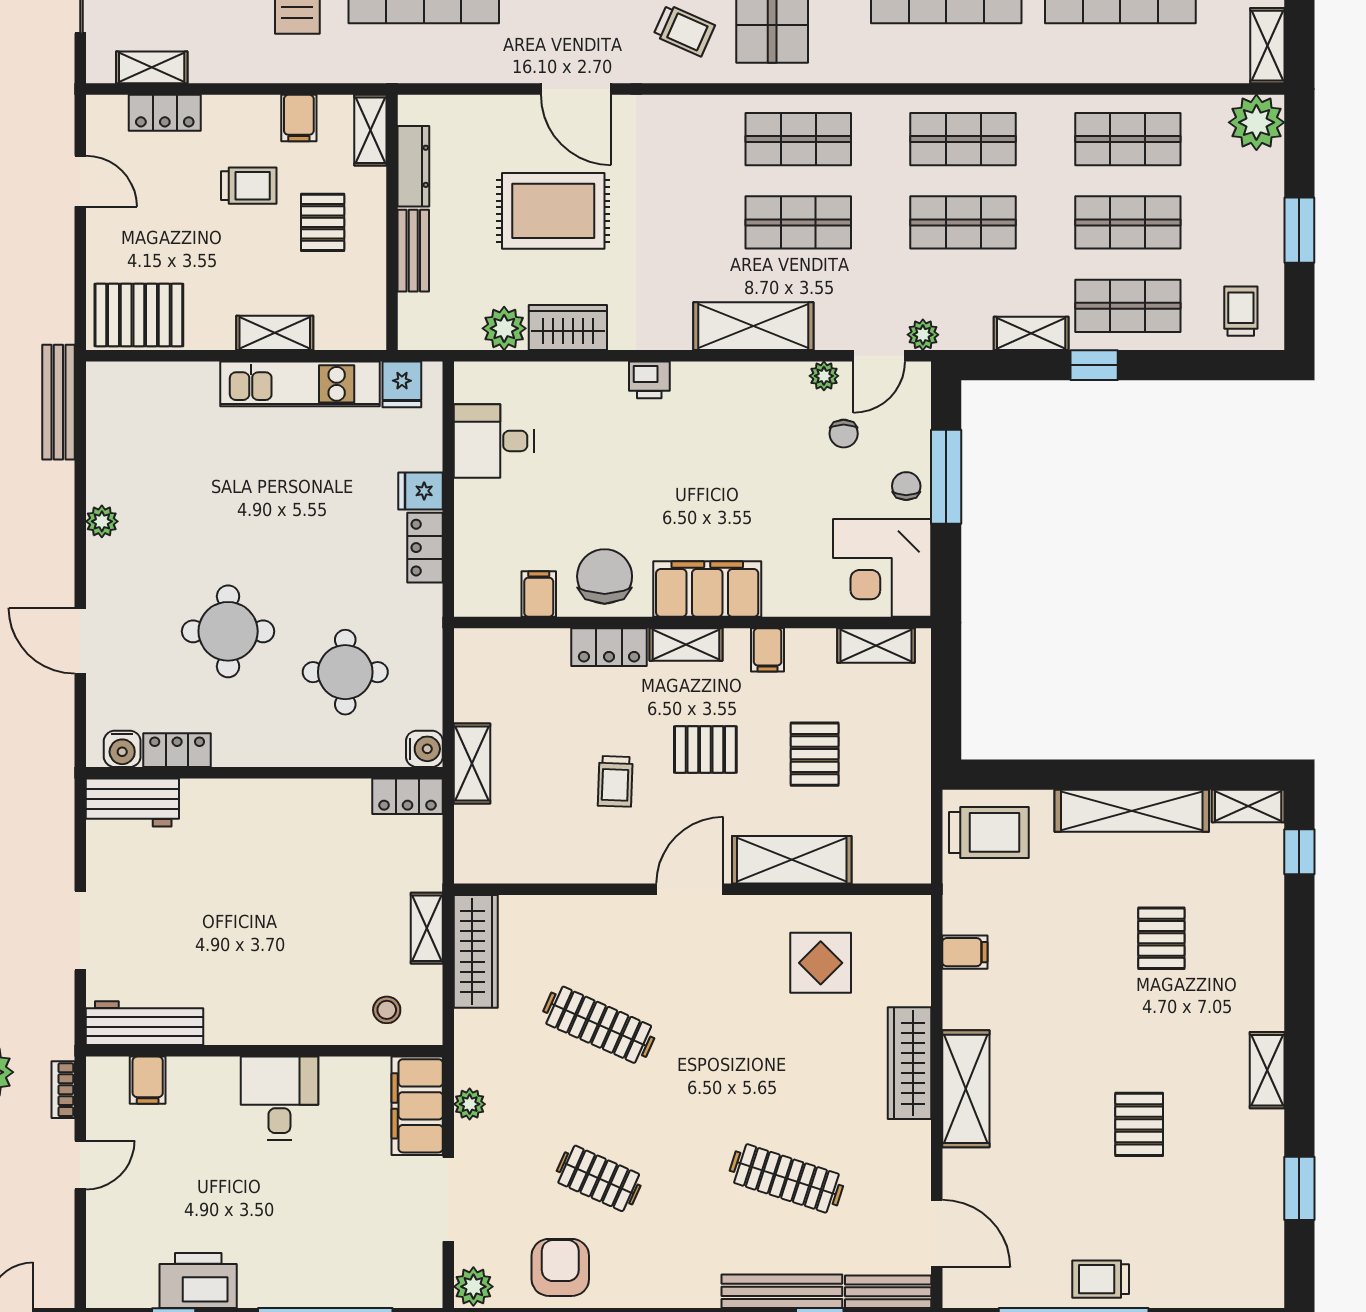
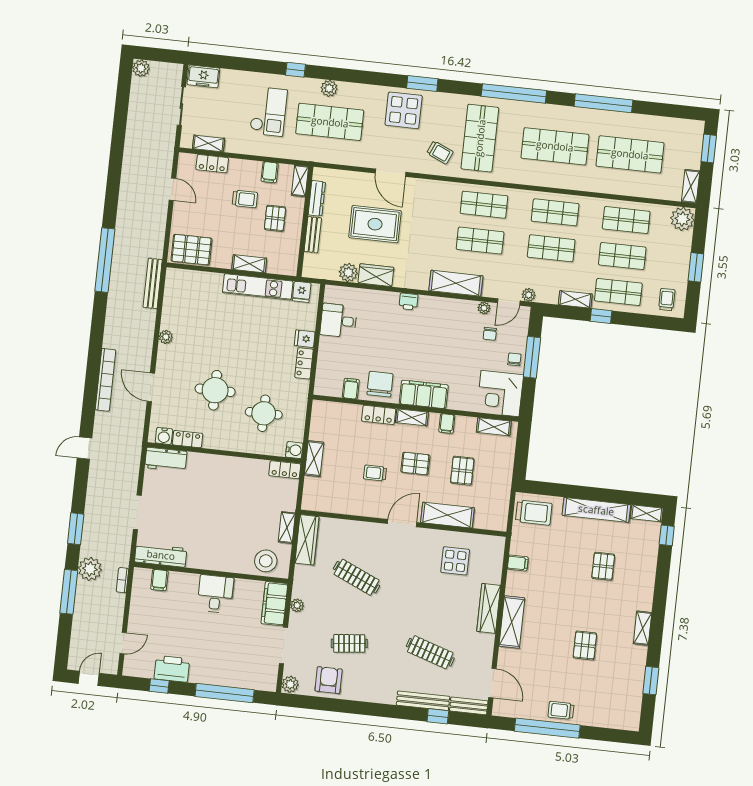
trolley: (615, 781) -> (375, 473), turned 88
stool: (387, 1010) -> (266, 561), width x1.89, depth x1.89
door: (80, 1165) -> (123, 643), moved
clothes rail: (599, 1178) -> (349, 643), turned -30

